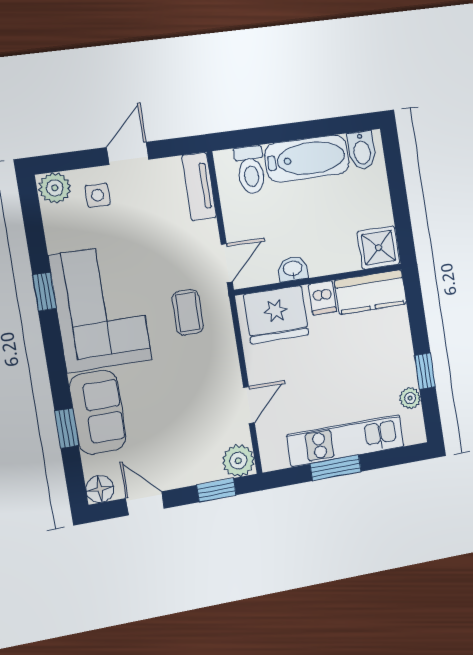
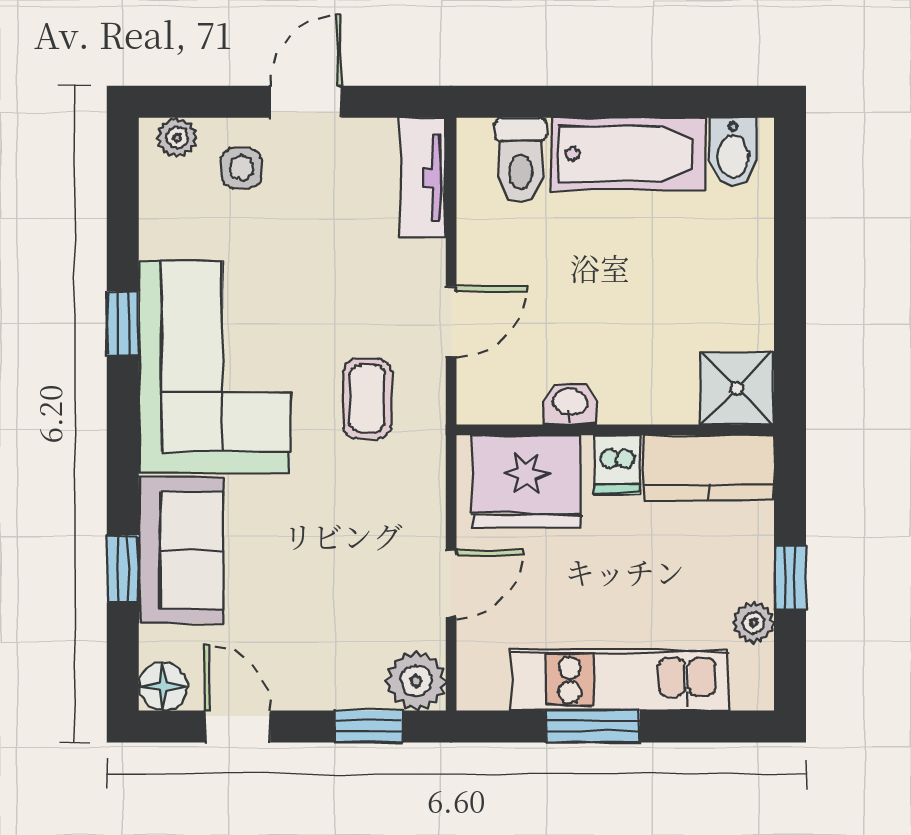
plant: (55, 188) -> (177, 138), width x0.73, depth x0.73
shower: (378, 248) -> (737, 388), moved
washbasin: (293, 269) -> (570, 403), moved
wall: (319, 280) -> (615, 430), moved
kitchen counter: (371, 292) -> (709, 468), moved
dishwasher: (322, 298) -> (617, 464), moved
fridge: (276, 315) -> (527, 481), moved

